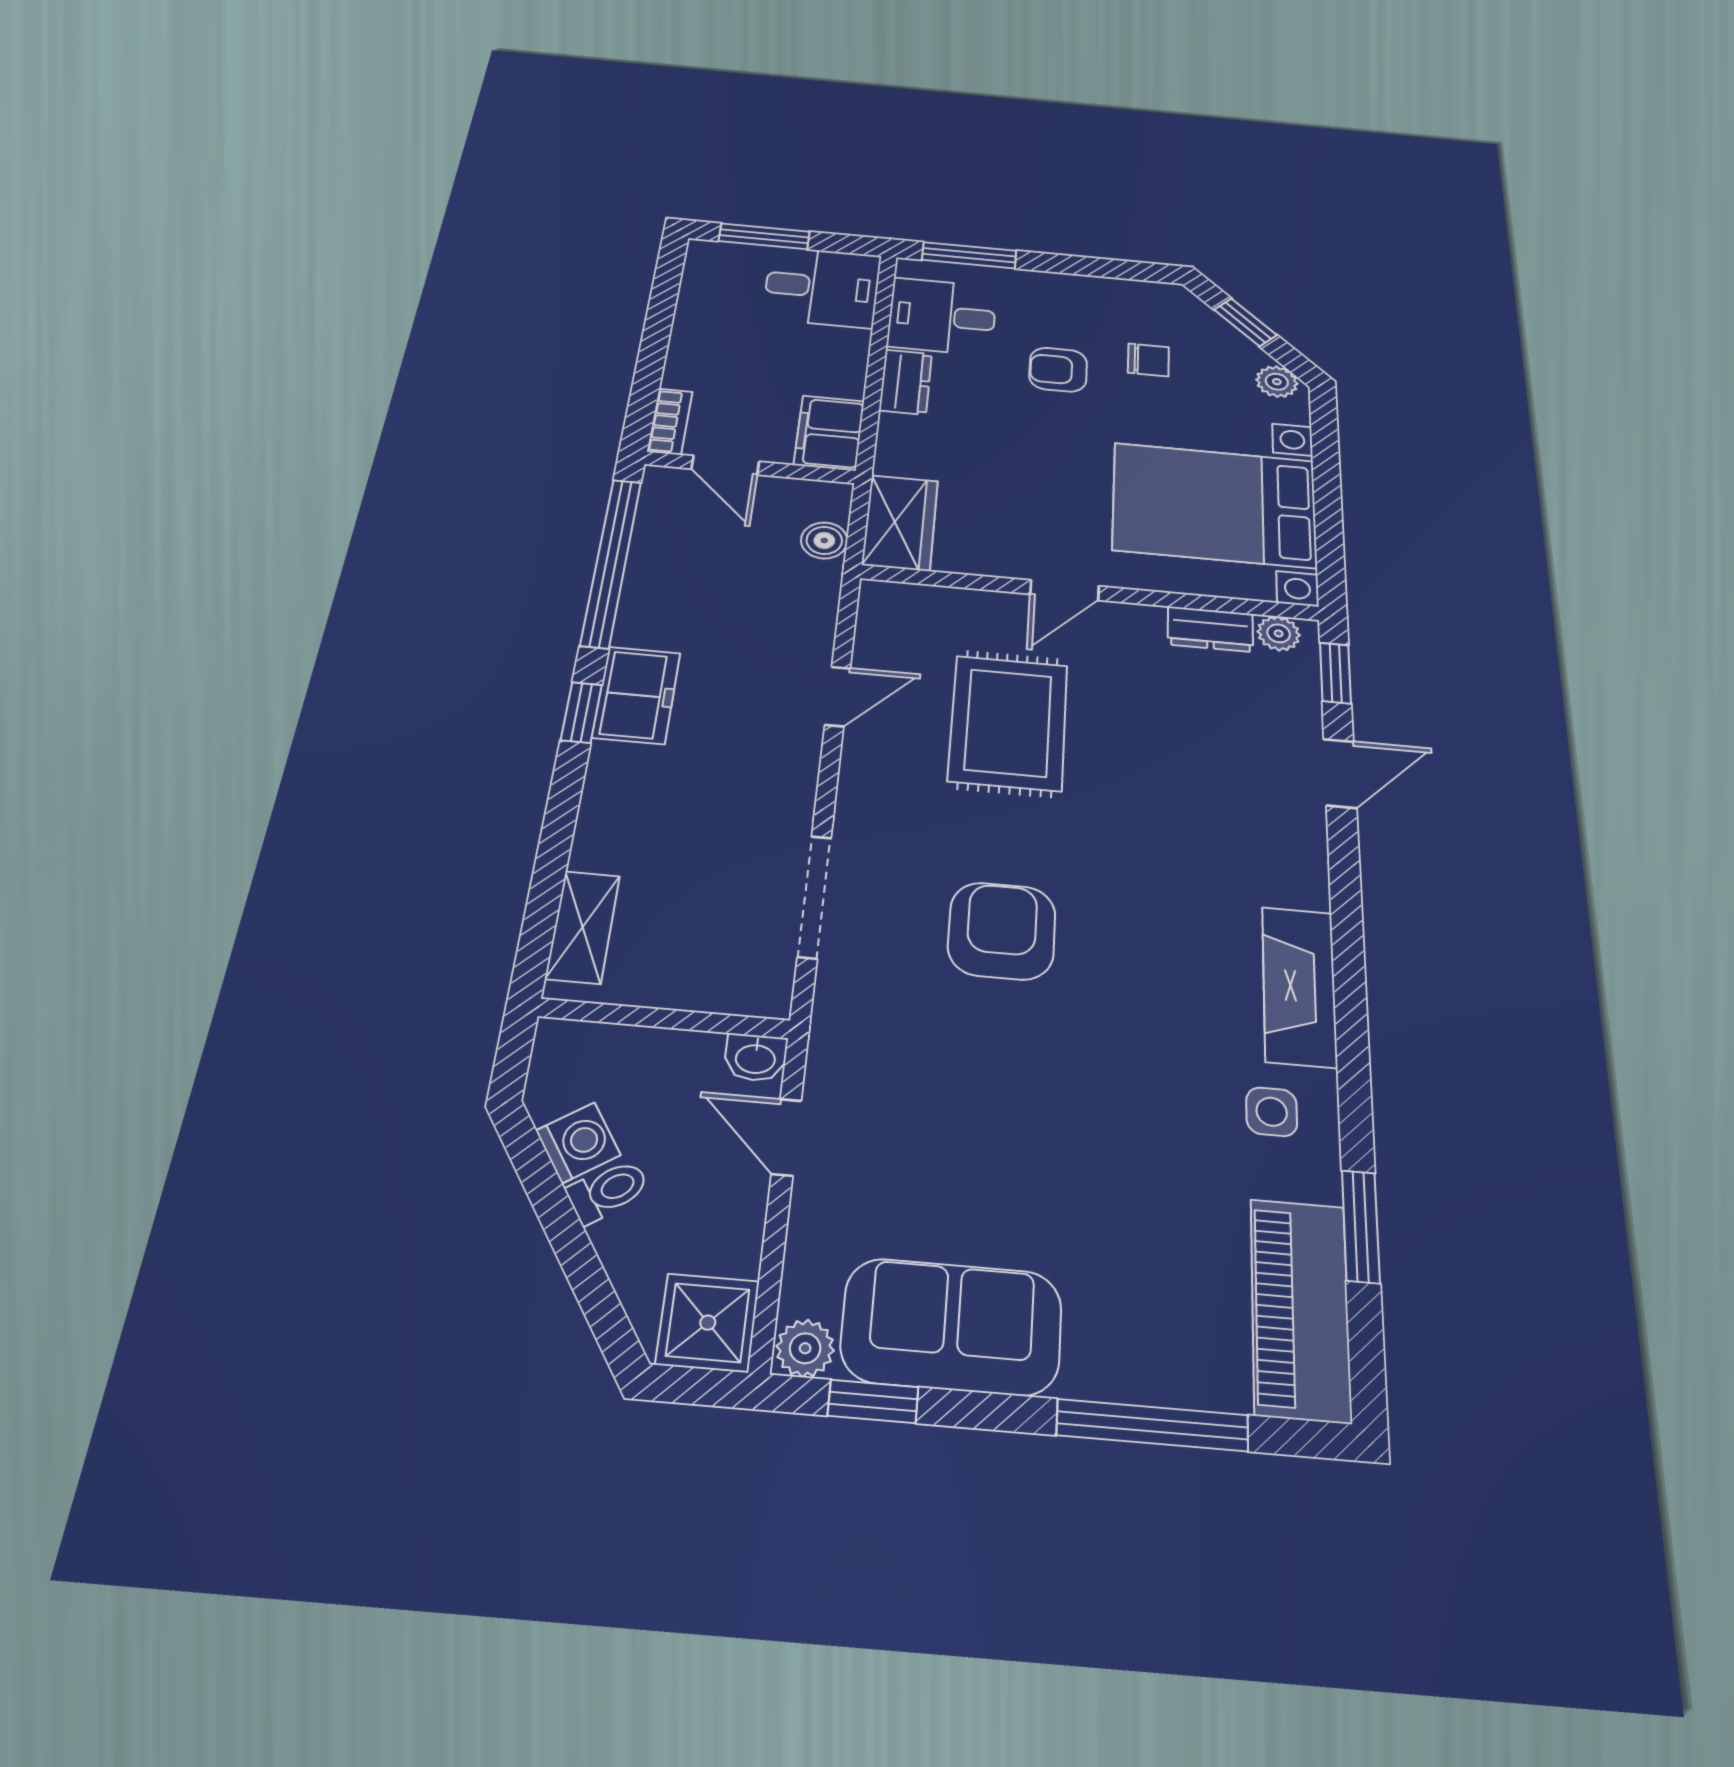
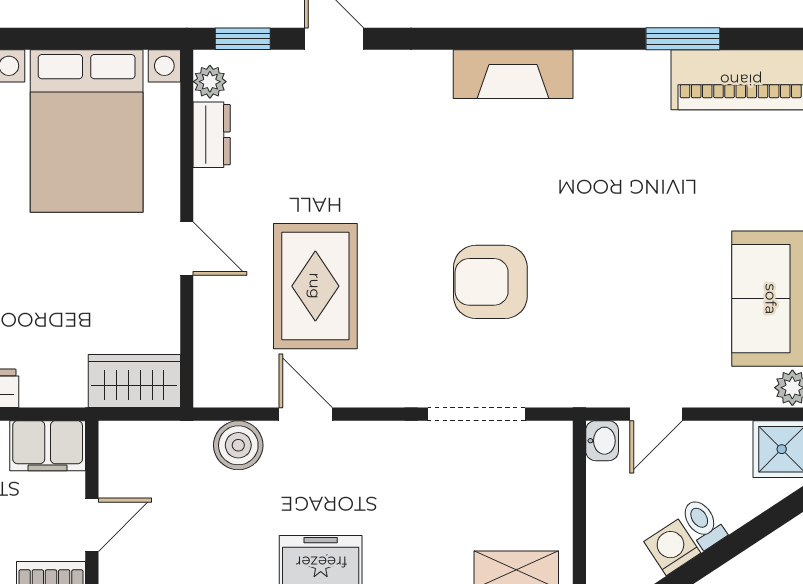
boiler: (824, 540) -> (238, 445), moved, width x1.36, depth x1.36
rug: (1008, 723) -> (315, 286), turned 90
side table: (1272, 1112) -> (608, 95), removed

